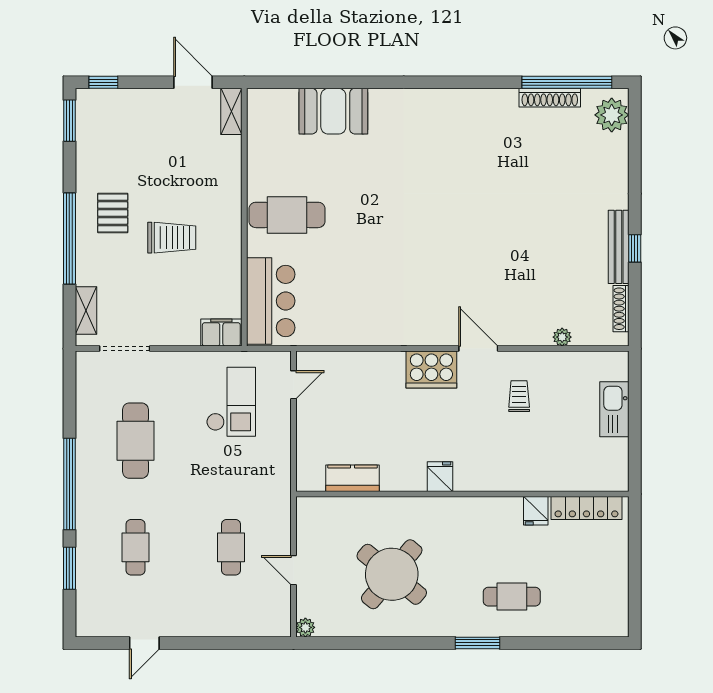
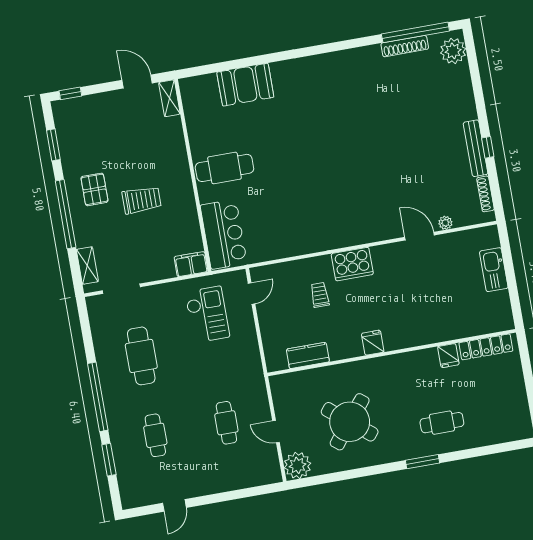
window: (69, 121) -> (53, 145), moved
door: (478, 349) -> (420, 236), moved
trolley: (519, 396) -> (320, 295), moved
plant: (305, 627) -> (297, 465), width x1.88, depth x1.88

